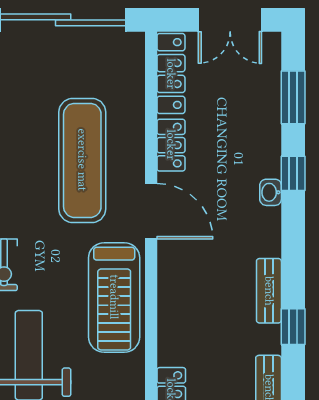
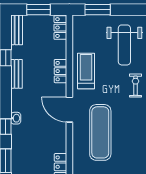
locker: (171, 145) -> (61, 71), moved
treadmill: (114, 297) -> (86, 71), width x0.73, depth x0.73

